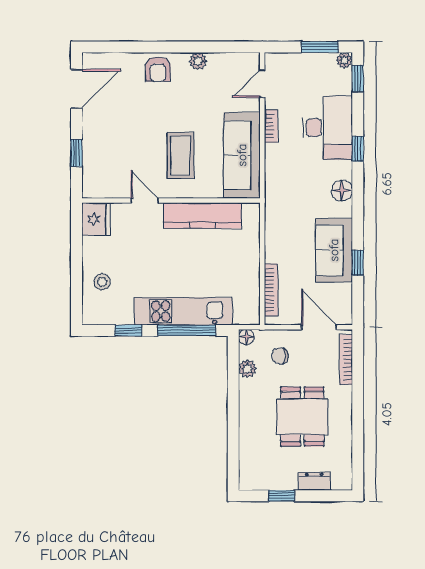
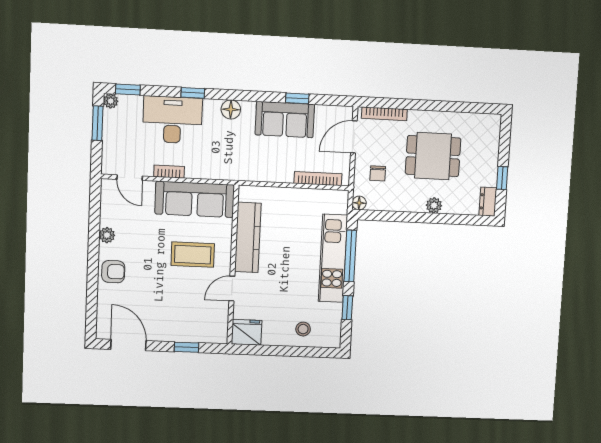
plant: (248, 369) -> (434, 205), moved
dresser: (314, 481) -> (488, 202), moved

